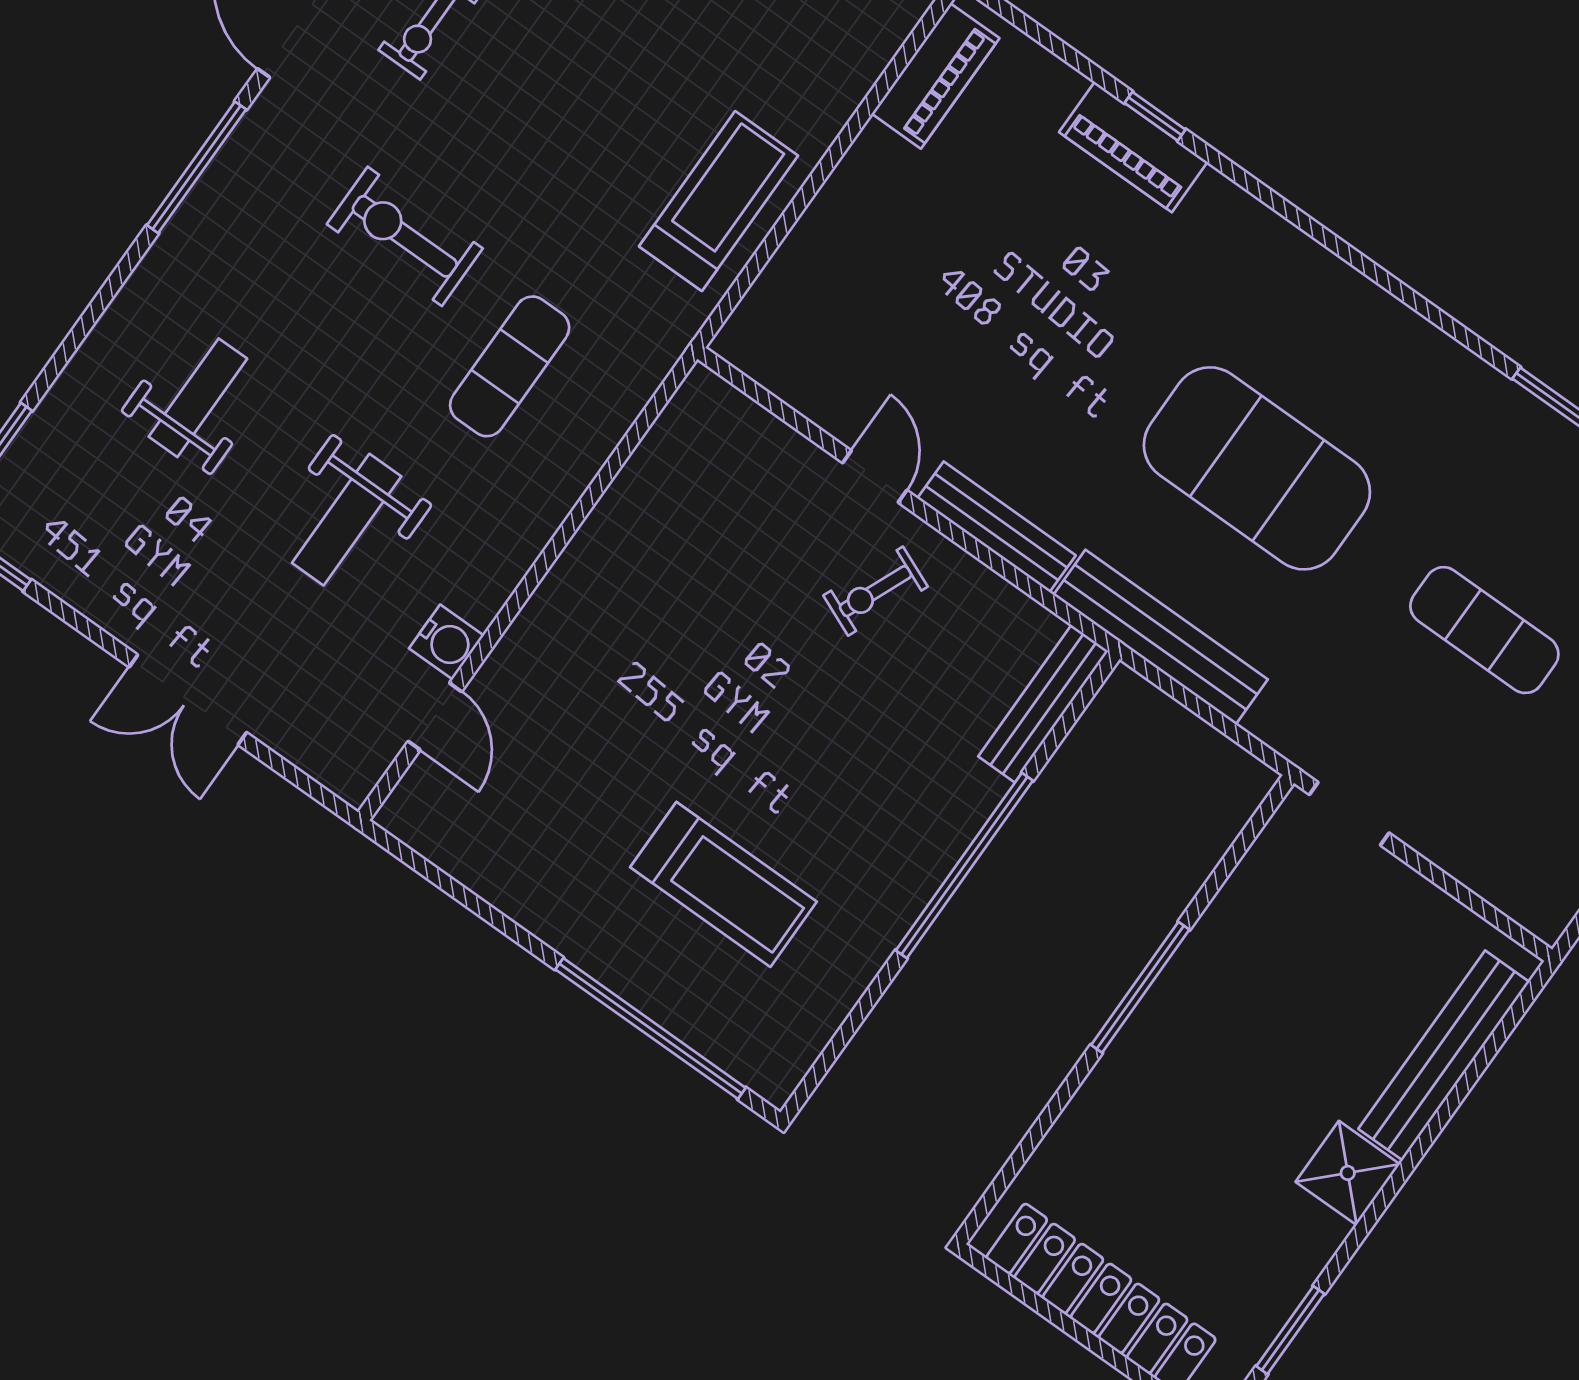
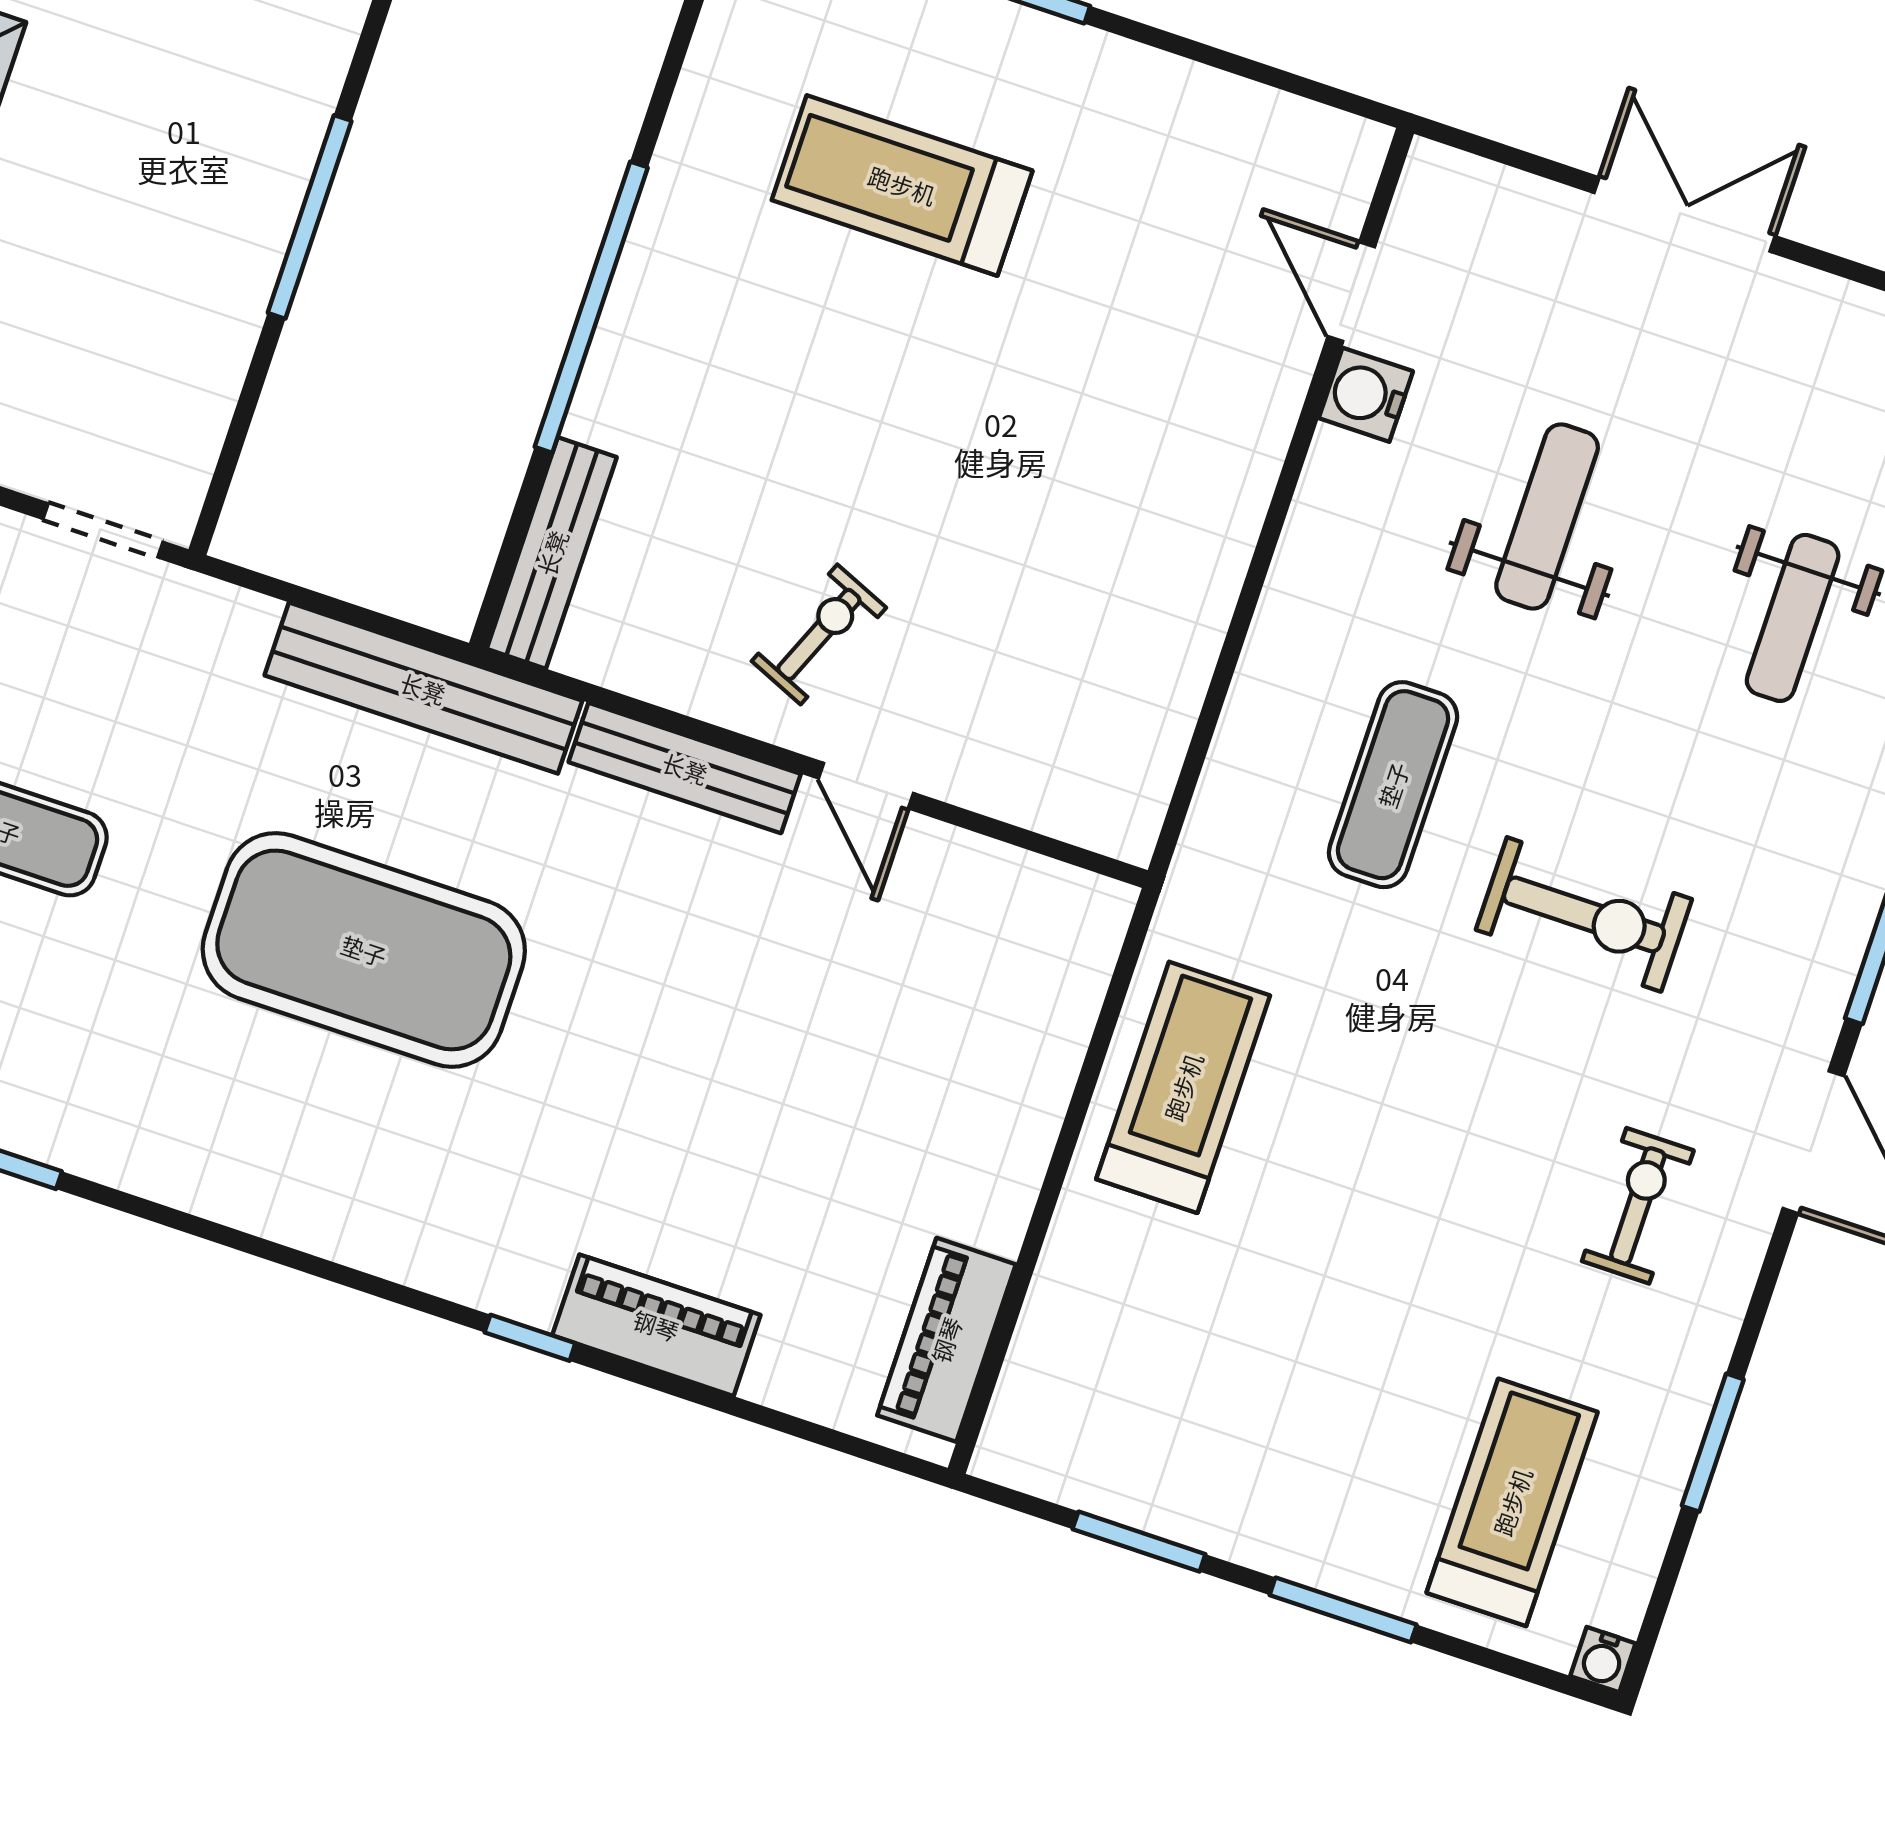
window: (1155, 116) -> (530, 1338), moved
treadmill: (719, 201) -> (1183, 1087), turned 180

